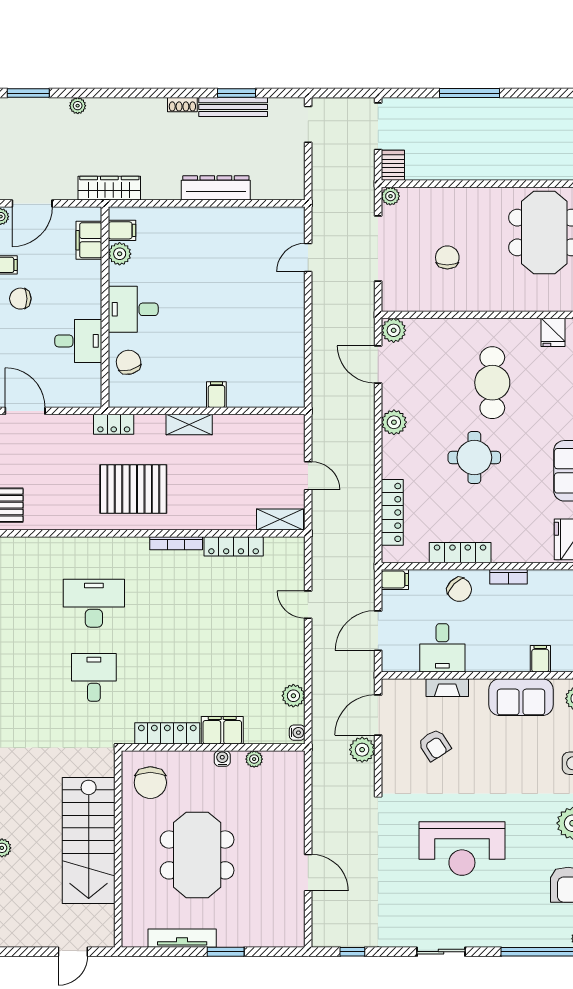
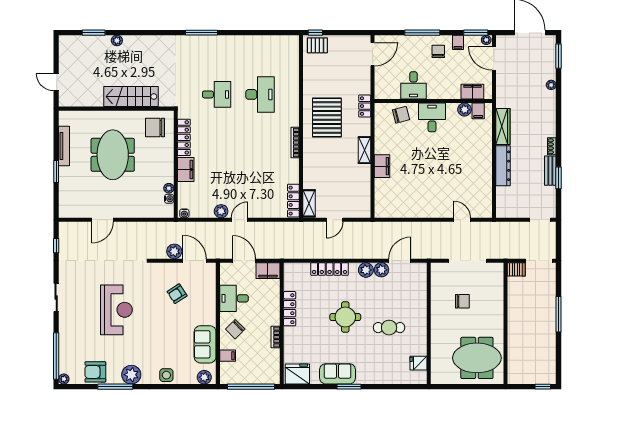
bench: (233, 107) -> (550, 171), width x0.73
wardrobe: (109, 188) -> (503, 126), moved
plant: (390, 196) -> (498, 268), removed
plant: (394, 330) -> (381, 270), moved
cafe table: (492, 383) -> (389, 328), width x0.73, depth x0.74
filing cabinet: (216, 395) -> (382, 166), width x2.00
locker: (392, 512) -> (330, 269), moved
locker: (234, 546) -> (293, 201), moved
filing cabinet: (395, 579) -> (268, 271), width x2.00
chair: (459, 589) -> (235, 329), moved
door: (308, 605) -> (239, 220), moved
fireplace: (447, 688) -> (211, 301), removed
plant: (293, 696) -> (221, 211), moved
water cooler: (222, 759) -> (169, 199), moved
stairs: (89, 840) -> (131, 96), width x0.73, depth x0.66
reception desk: (462, 849) -> (116, 310), turned 180
meeting table: (197, 855) -> (113, 155), turned 90

